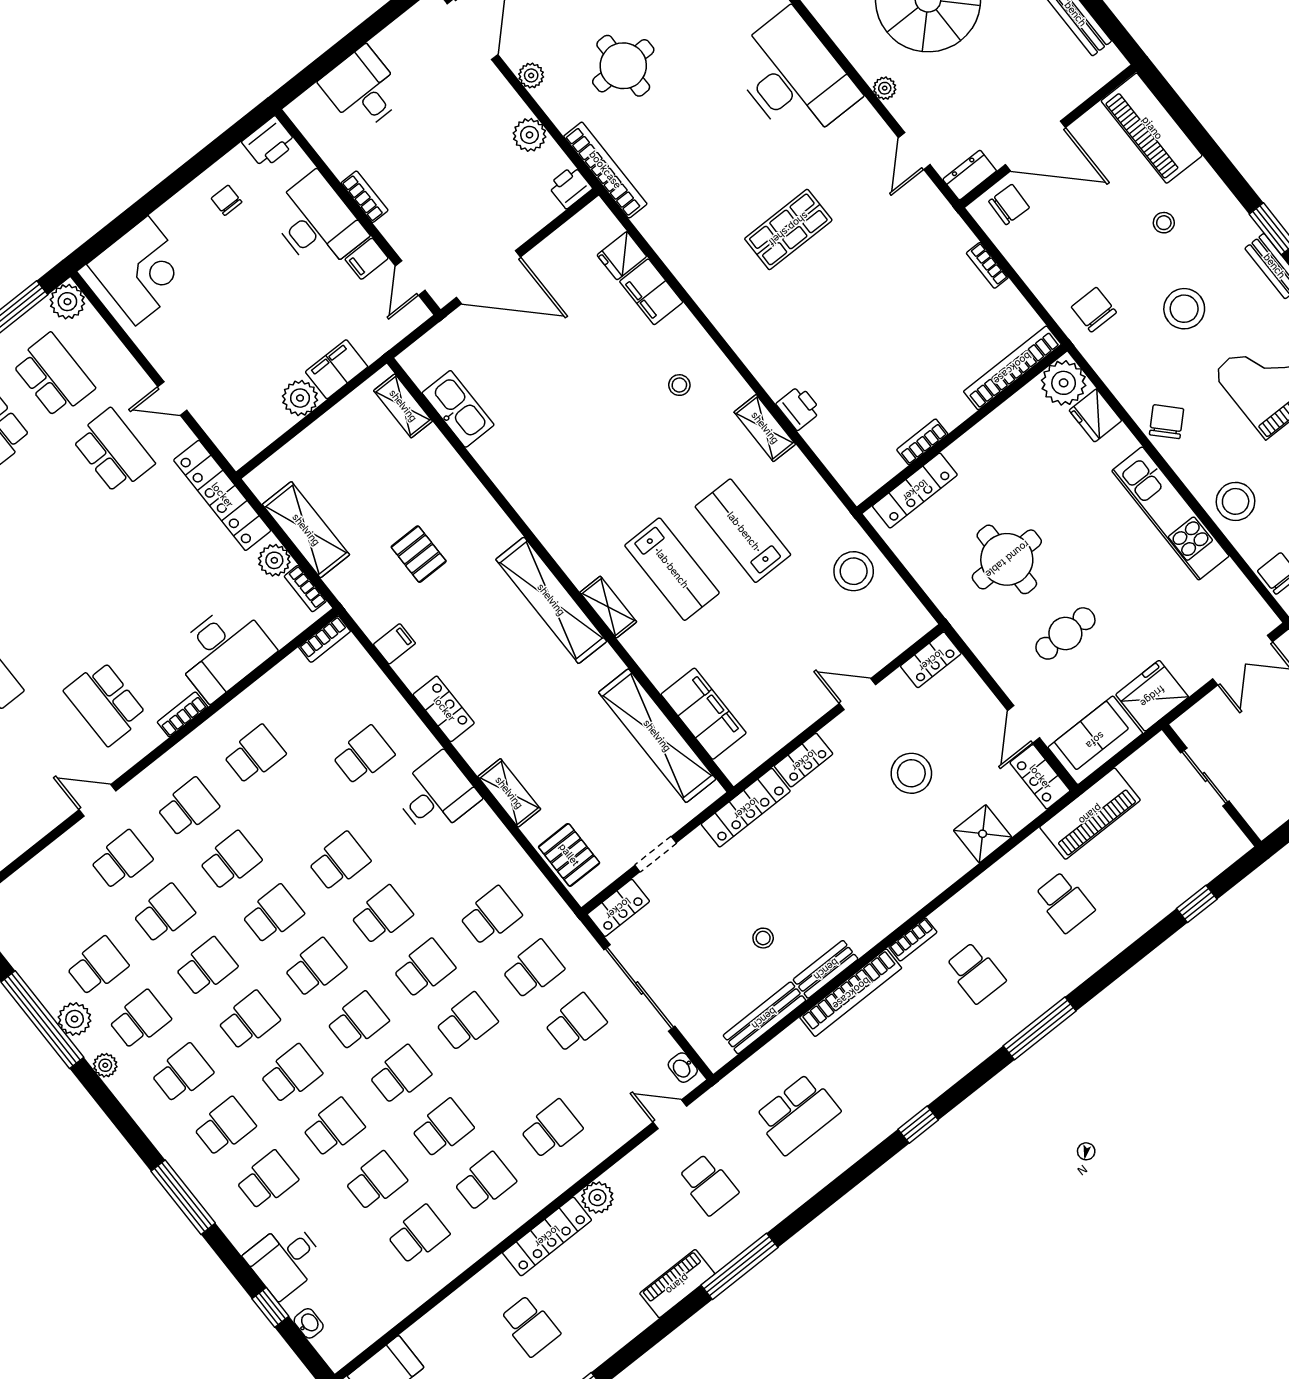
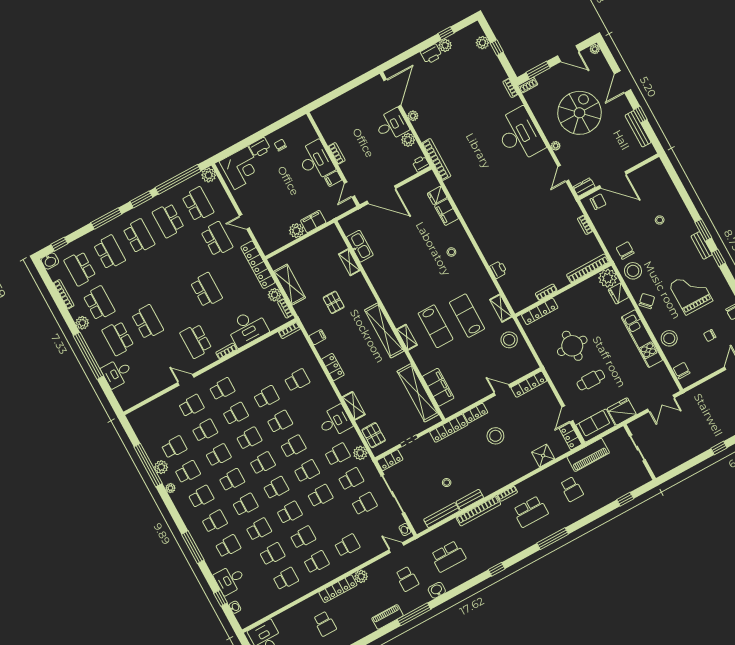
round table: (623, 66) -> (451, 118), removed
desk: (363, 89) -> (392, 125), moved, turned 90
piano: (1152, 128) -> (661, 181), removed
printer: (269, 142) -> (260, 147), moved
shop shelf: (788, 229) -> (507, 196), removed
stool: (1184, 309) -> (633, 271), moved
shelving: (403, 406) -> (349, 262), moved
shelving: (765, 428) -> (501, 308), moved
school desk: (109, 577) -> (206, 290), added
locker: (931, 660) -> (529, 384), width x1.53
school desk: (255, 755) -> (266, 397), moved
stool: (911, 773) -> (495, 436), moved
desk: (436, 795) -> (335, 422), moved
plant: (545, 903) -> (360, 453), added
school desk: (976, 973) -> (531, 512), width x1.85
washbasin: (784, 1199) -> (437, 590), added

